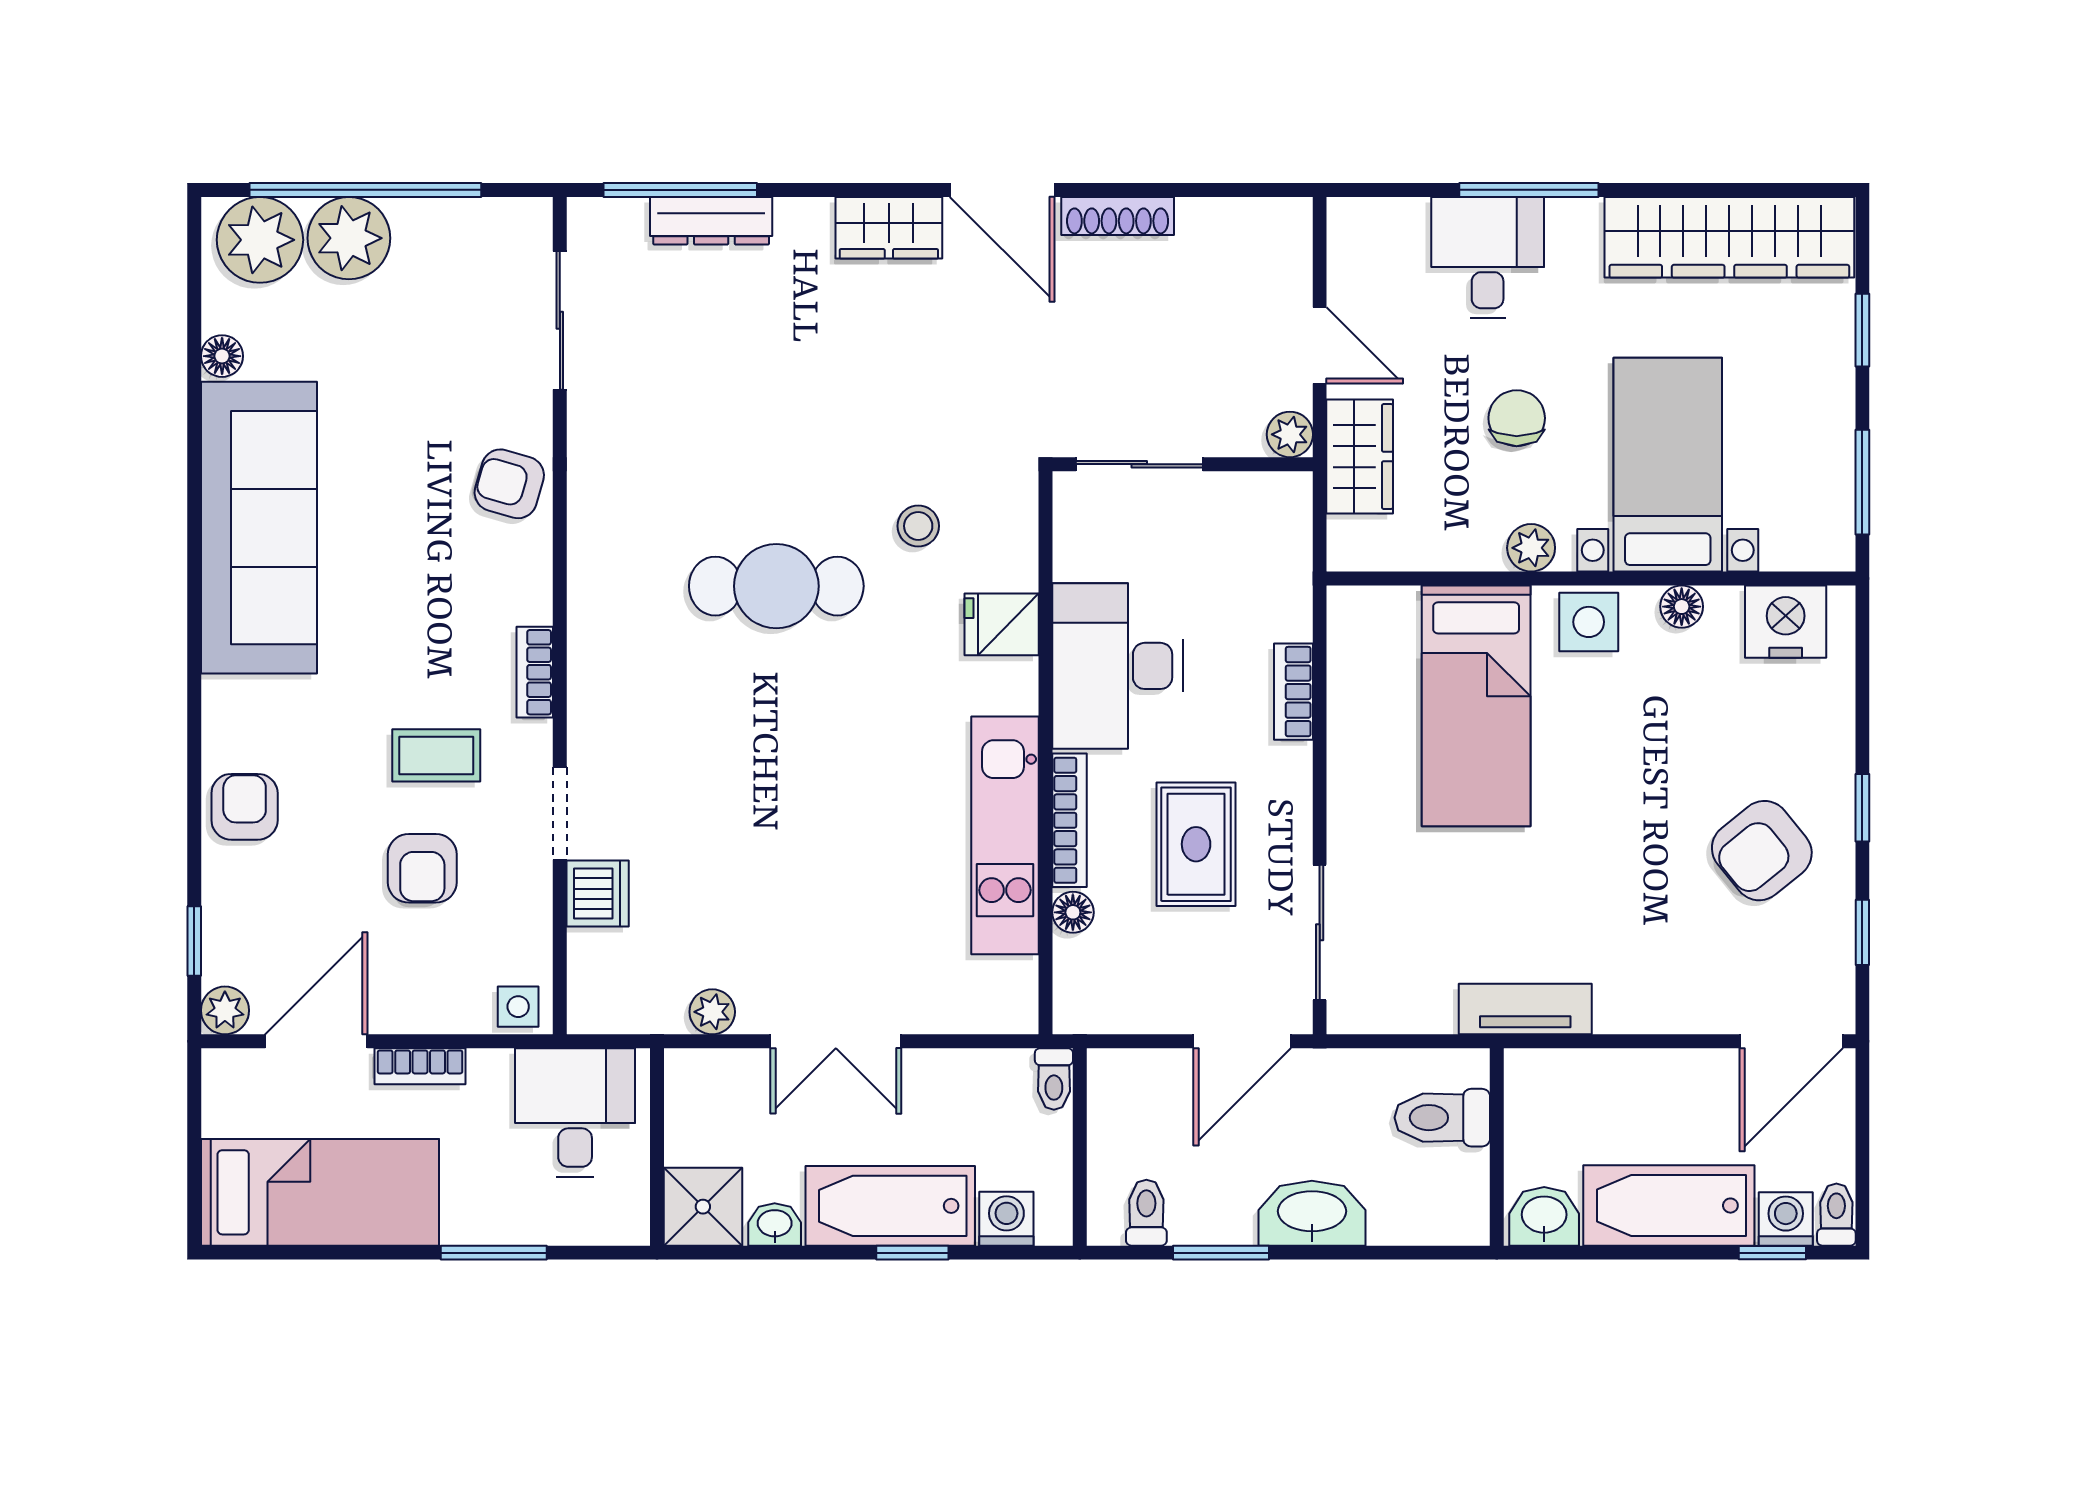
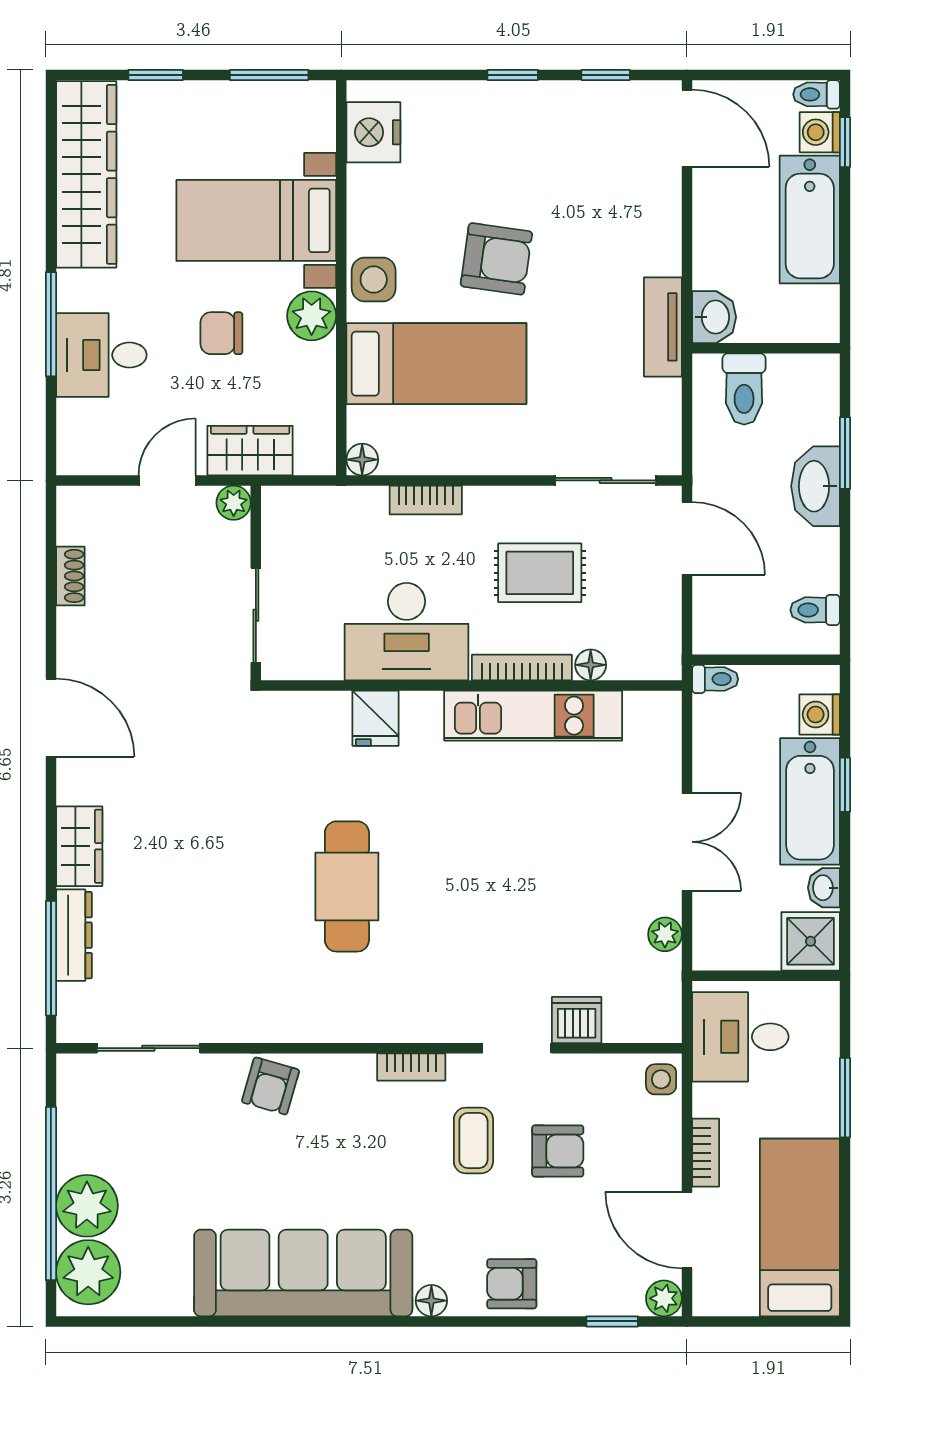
door: (1002, 190) -> (51, 718), hinge flipped
shoe rack: (1118, 216) -> (70, 576), moved, width x0.70
wardrobe: (889, 228) -> (79, 846), moved
floor lamp: (222, 356) -> (431, 1301), moved
stool: (918, 526) -> (302, 780), removed
plant: (1531, 548) -> (312, 316), width x1.38, depth x1.38
floor lamp: (1682, 607) -> (362, 460), moved
armchair: (1762, 851) -> (496, 259), moved, turned -43
washbasin: (1544, 1216) -> (714, 317), moved, turned 180
window: (1221, 1253) -> (845, 453), moved

